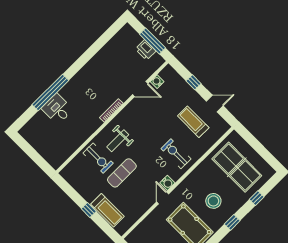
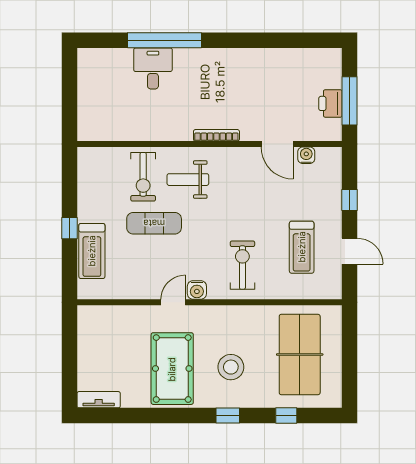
treadmill: (193, 122) -> (302, 247), turned 180

